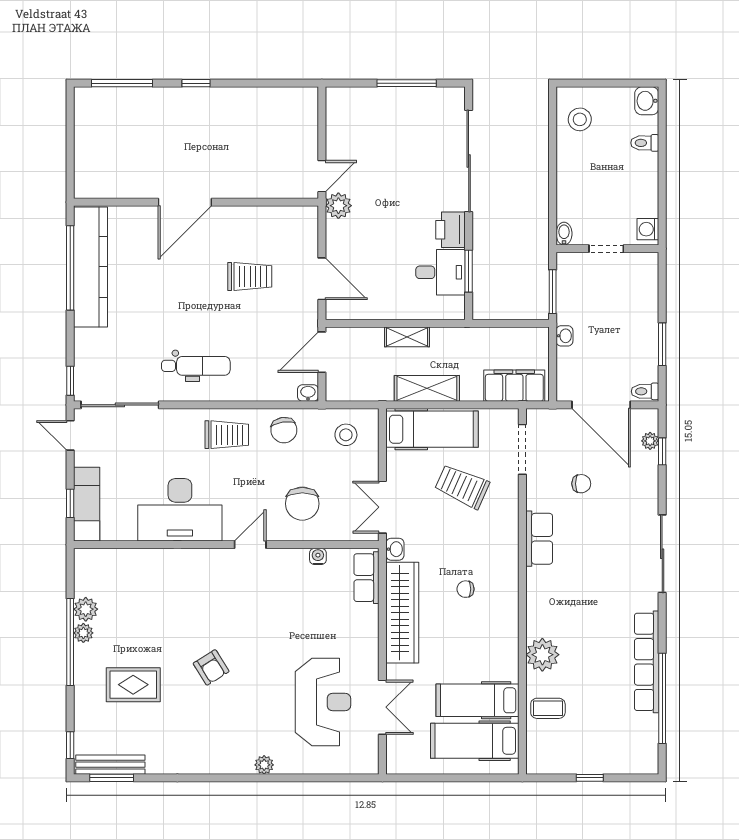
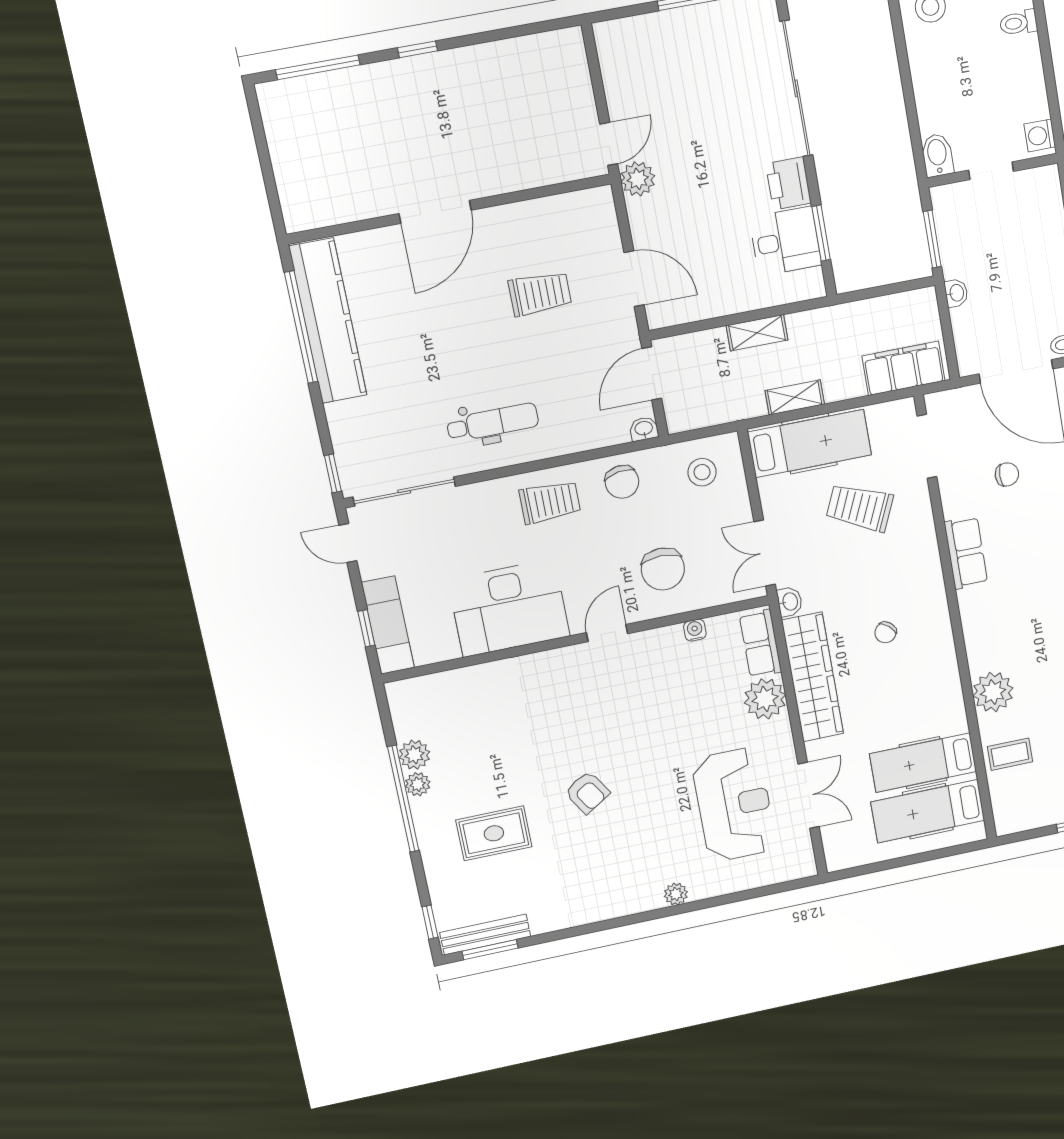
bidet: (564, 234) -> (937, 155), width x1.38, depth x1.36
shelving: (427, 388) -> (795, 397), width x0.67, depth x0.75
chair: (465, 589) -> (886, 632), turned -49
plant: (362, 622) -> (765, 699), added

